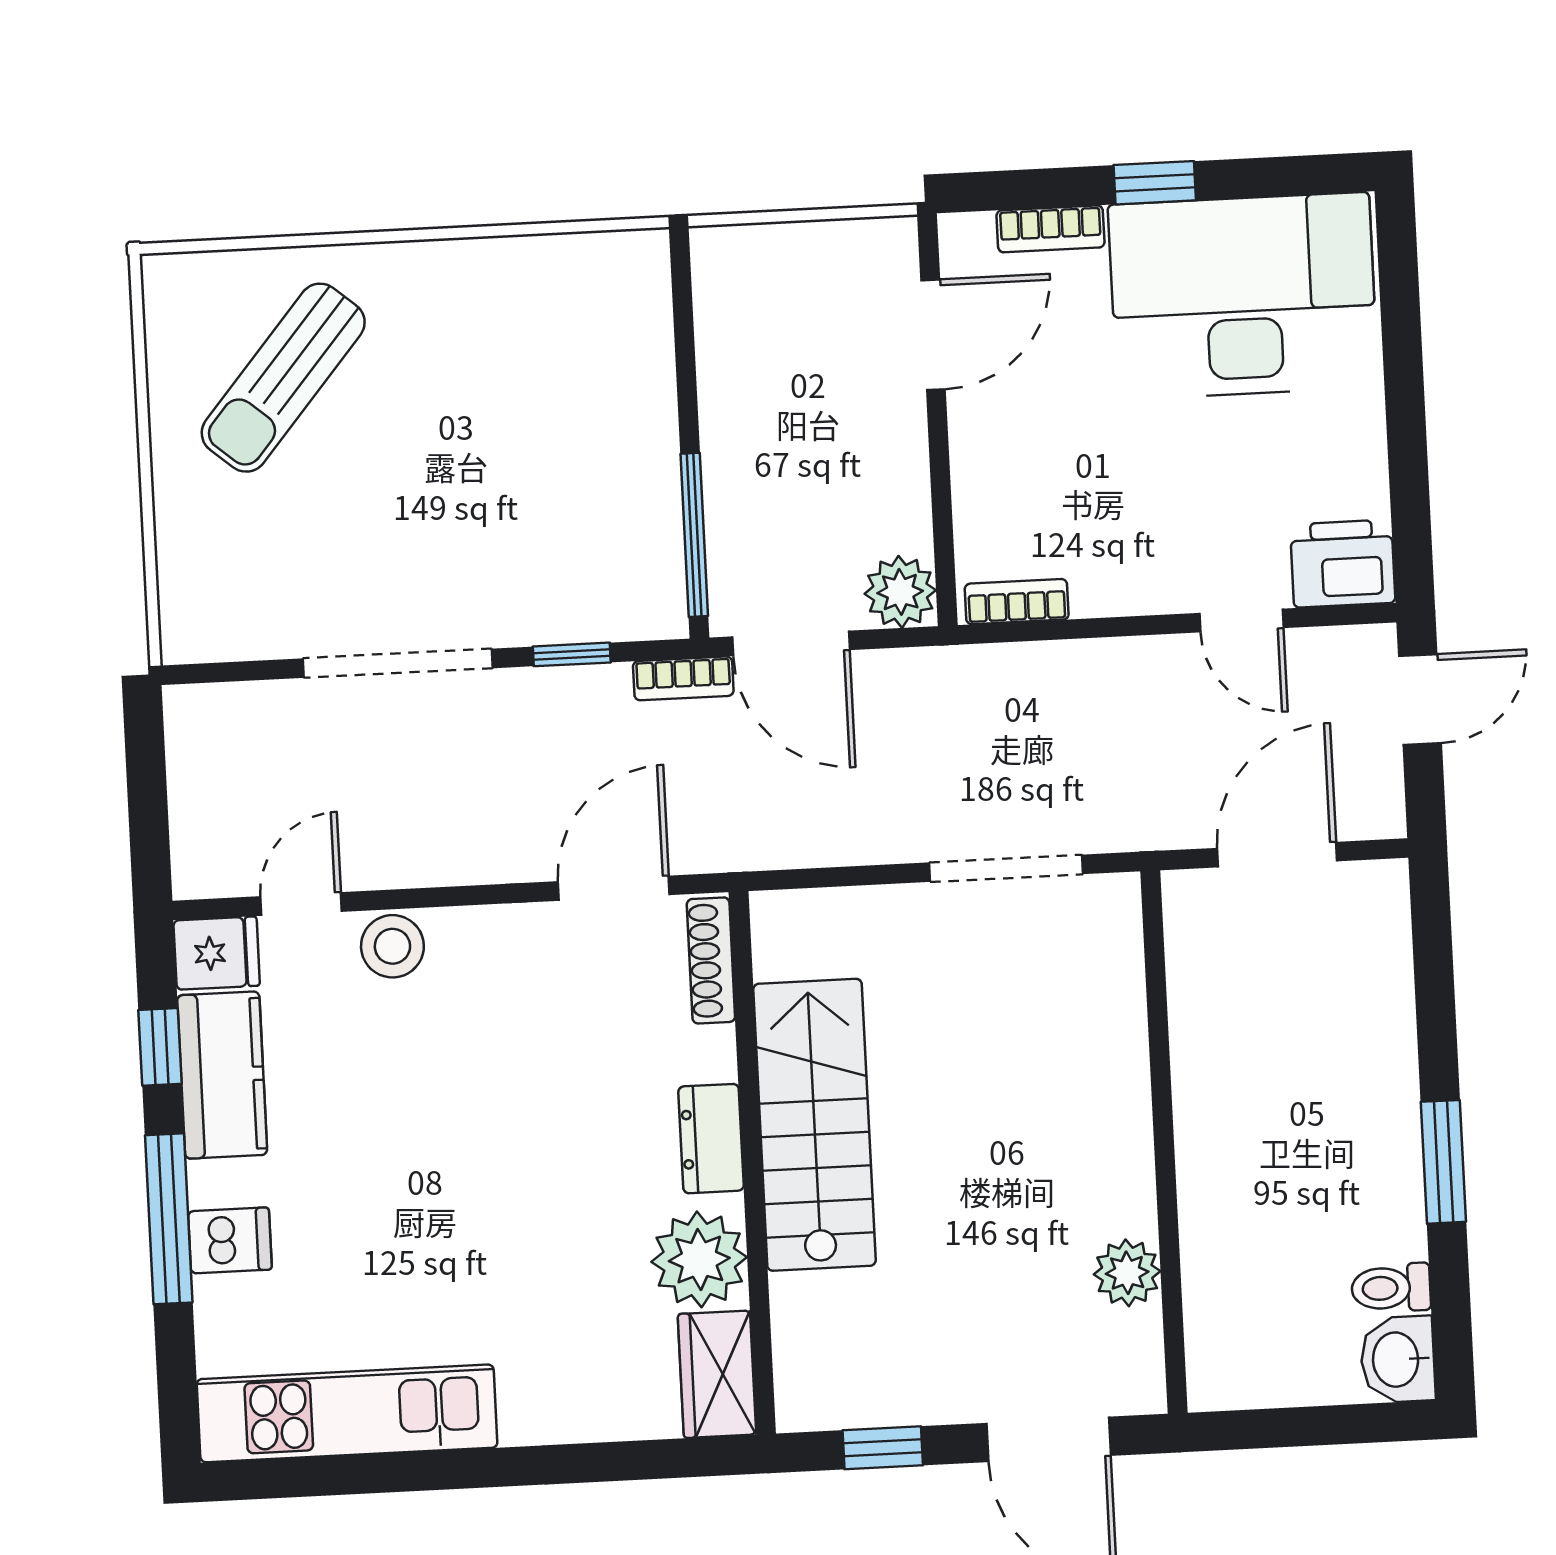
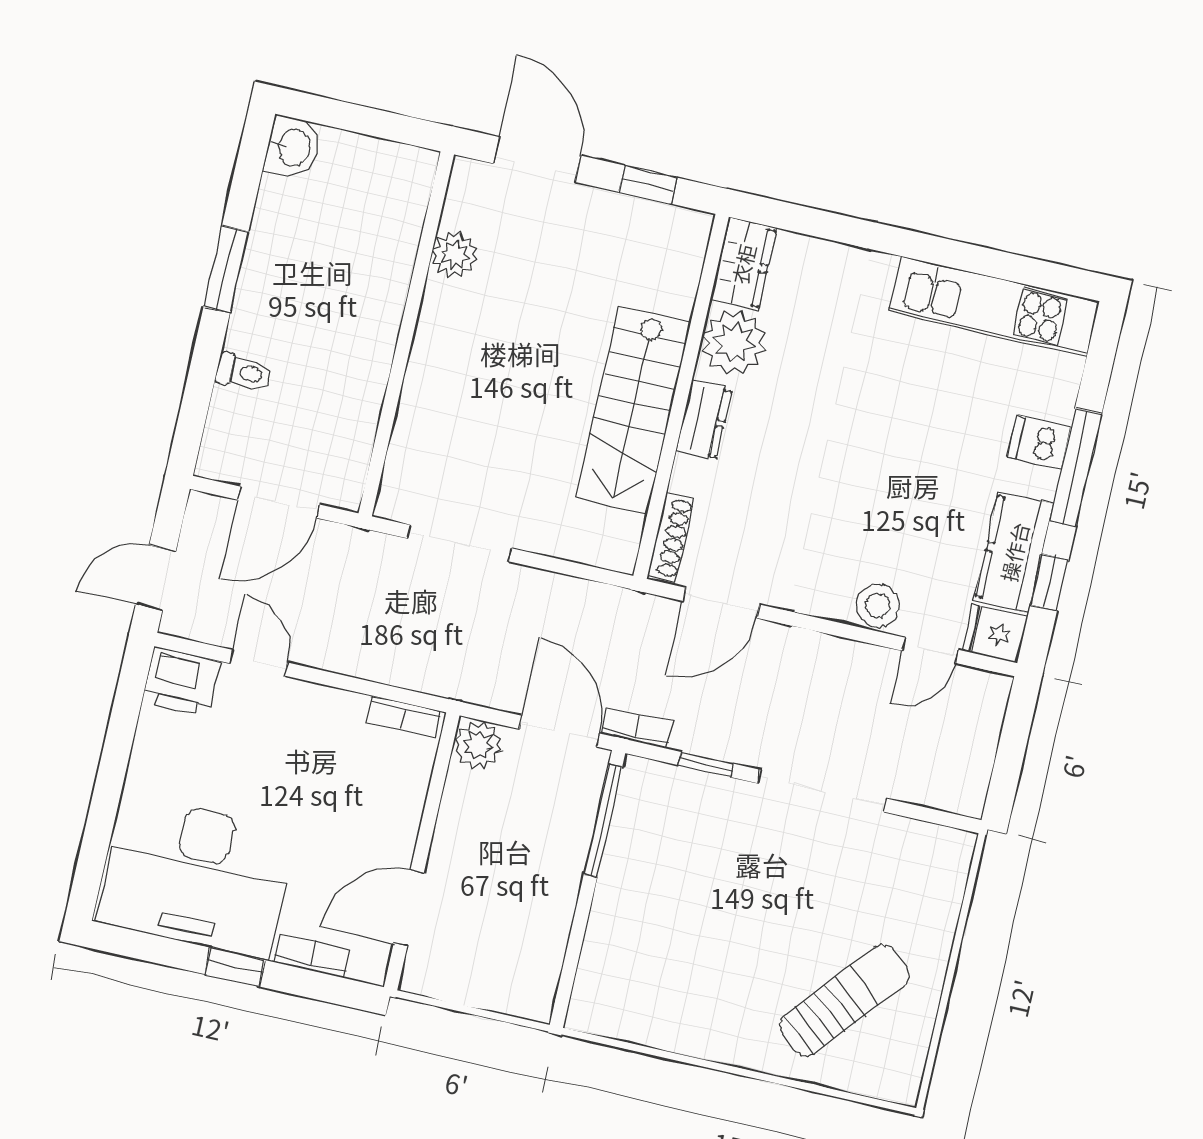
toilet: (1391, 1288) -> (244, 373), moved

